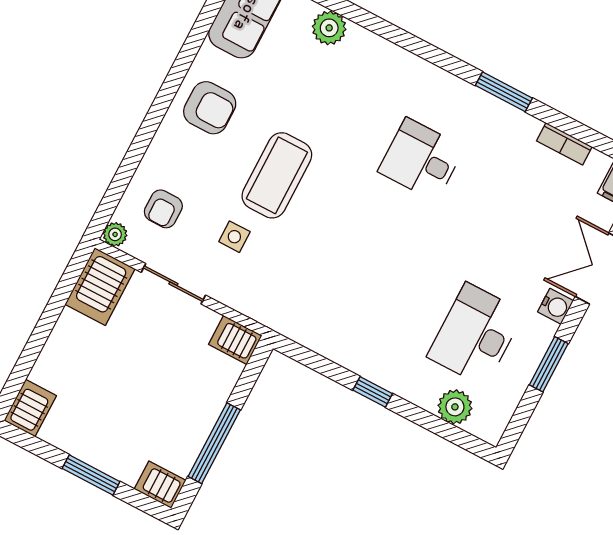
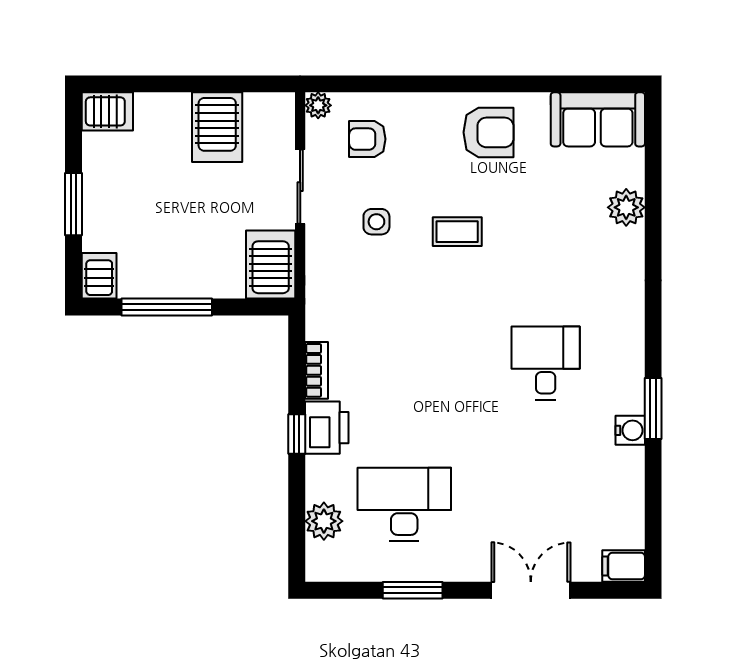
armchair: (210, 108) -> (488, 132), turned -90
bookcase: (564, 144) -> (316, 370), moved, turned 180
coffee table: (277, 175) -> (457, 232), width x0.54, depth x0.58
server rack: (100, 287) -> (217, 127), moved, turned -90
water cooler: (556, 306) -> (630, 430), moved, turned -90
server rack: (235, 340) -> (271, 264), width x1.36, depth x1.44
printer: (380, 365) -> (327, 428), added

